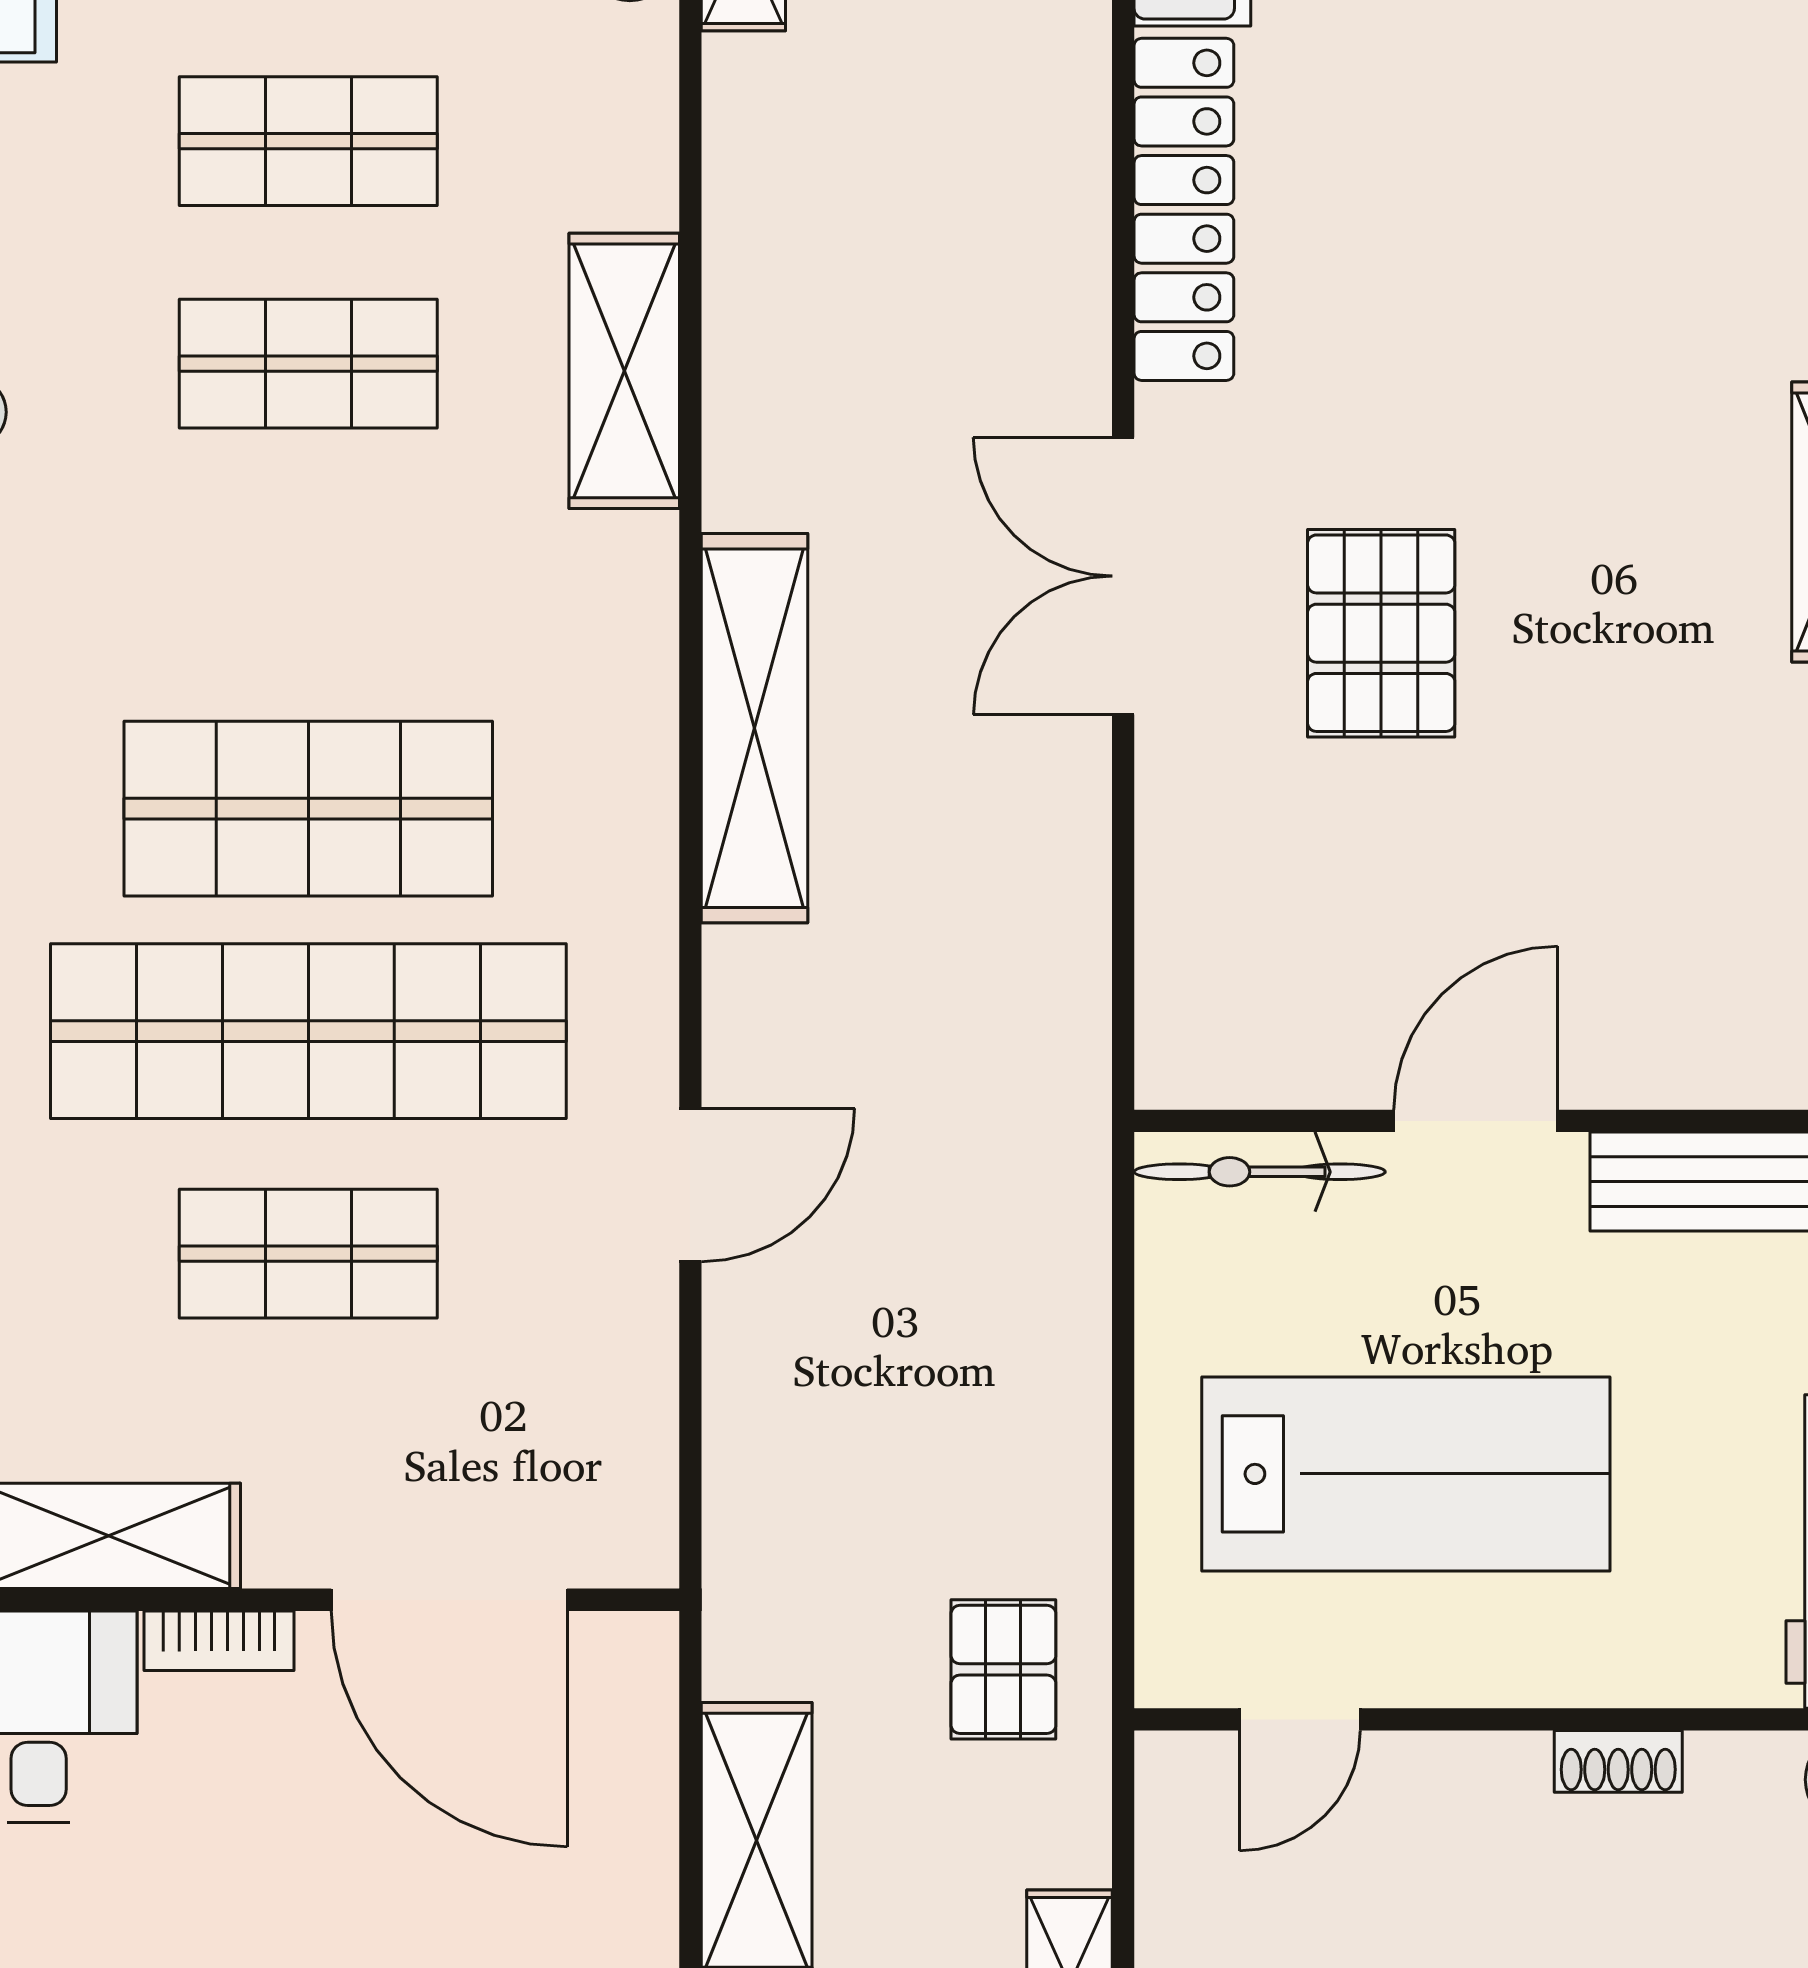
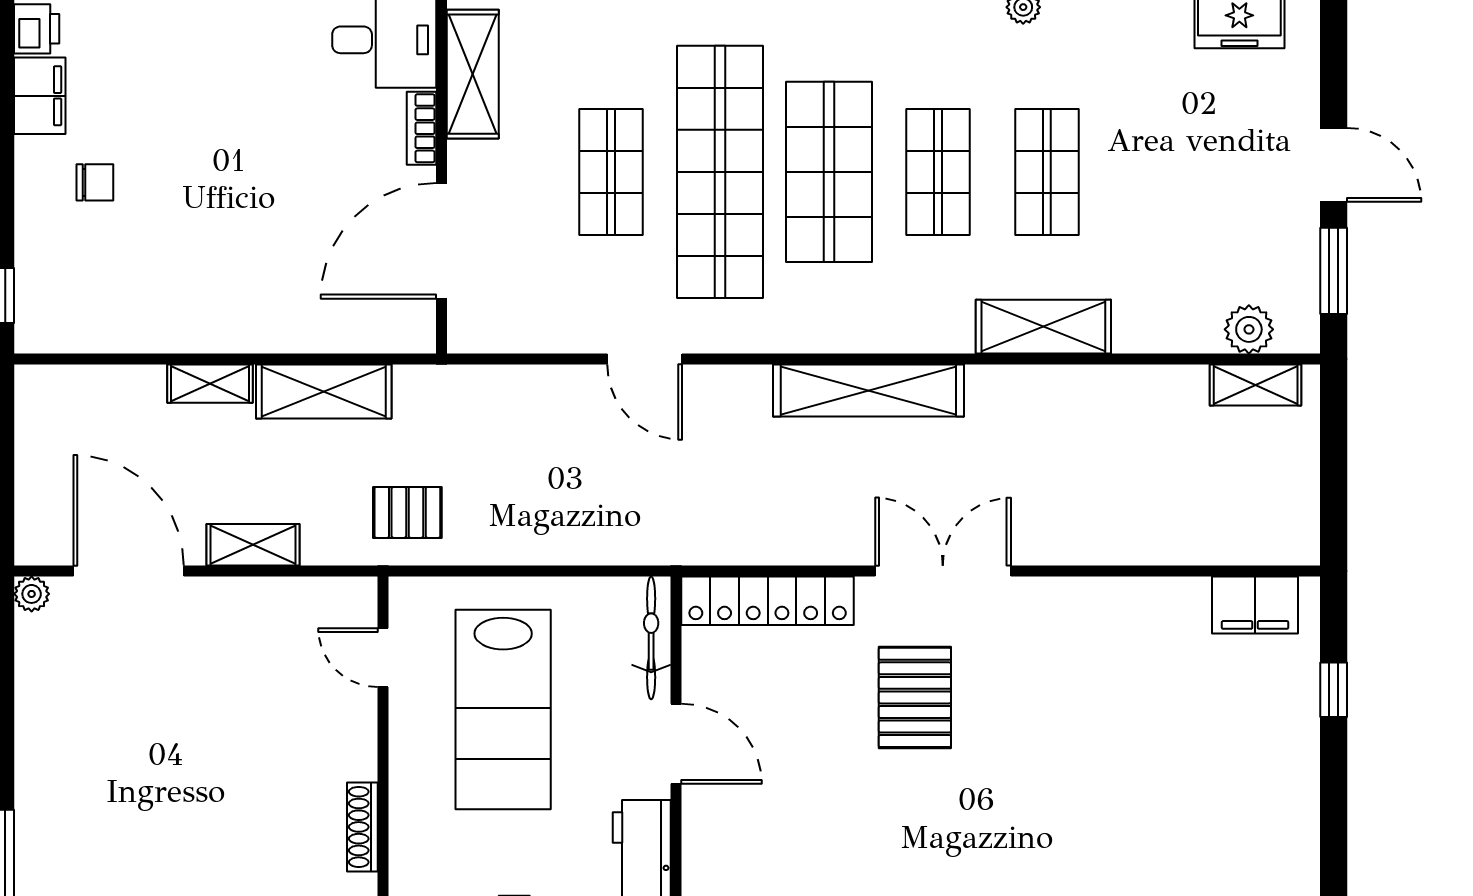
shop shelf: (308, 141) -> (938, 172), moved
locker: (1184, 209) -> (768, 601), moved
pallet: (1381, 633) -> (915, 697), turned 90
shoe rack: (1618, 1761) -> (362, 827), width x1.43

